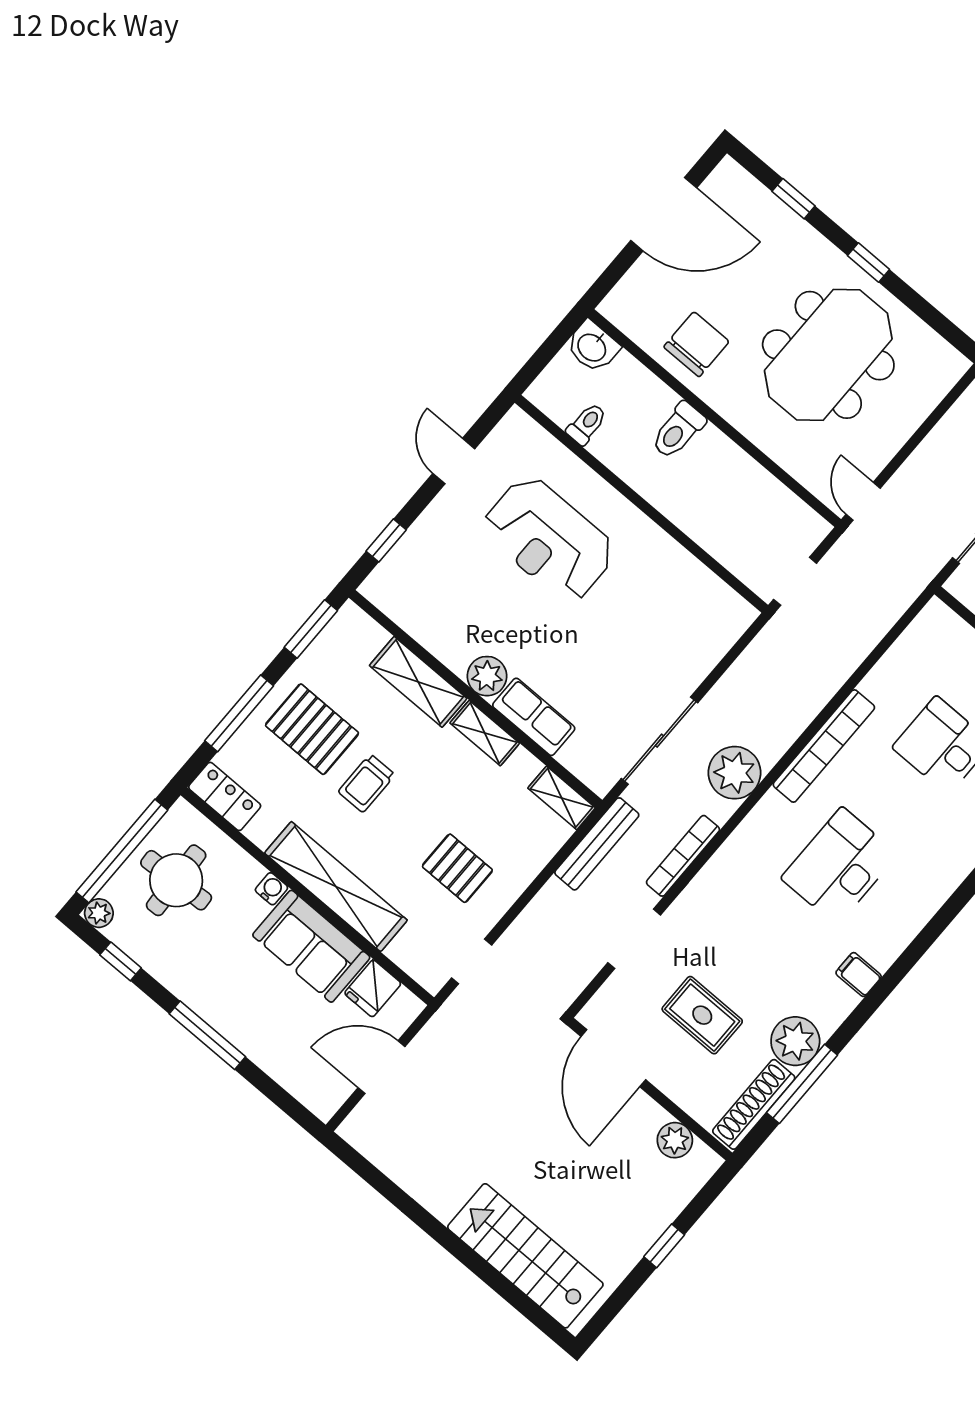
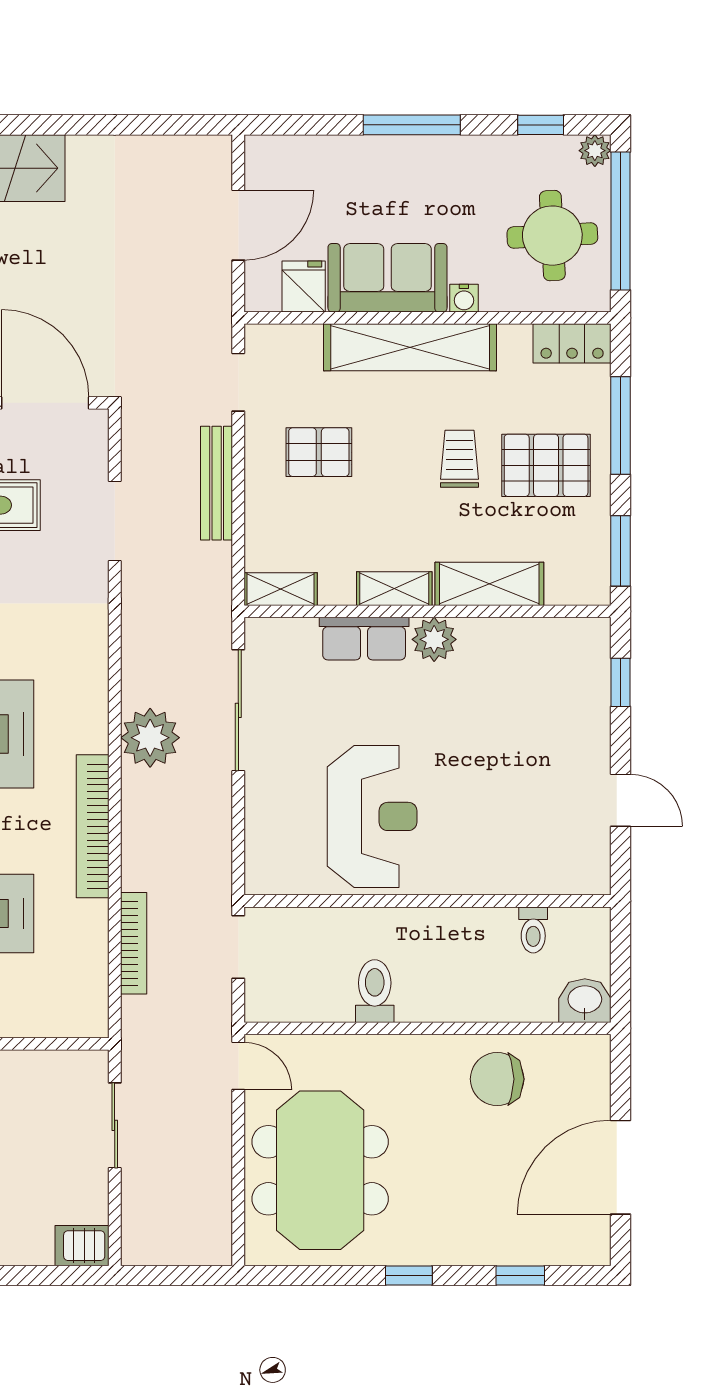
chair: (696, 344) -> (497, 1079), turned 90
meeting table: (828, 355) -> (320, 1170), moved
toilet: (678, 430) -> (375, 991), moved
reception desk: (549, 539) -> (372, 816), moved, turned 90
bench: (597, 844) -> (217, 483), moved
bookcase: (683, 856) -> (134, 943), moved

